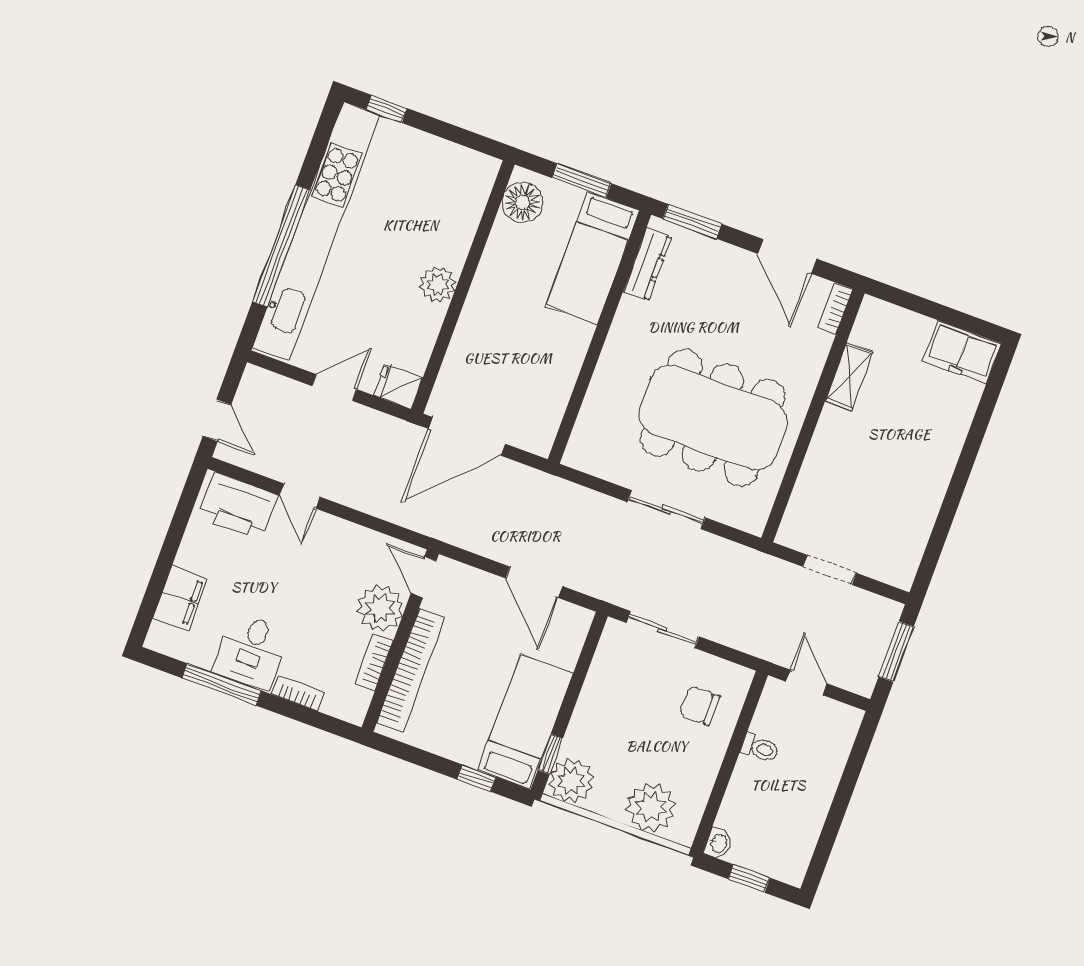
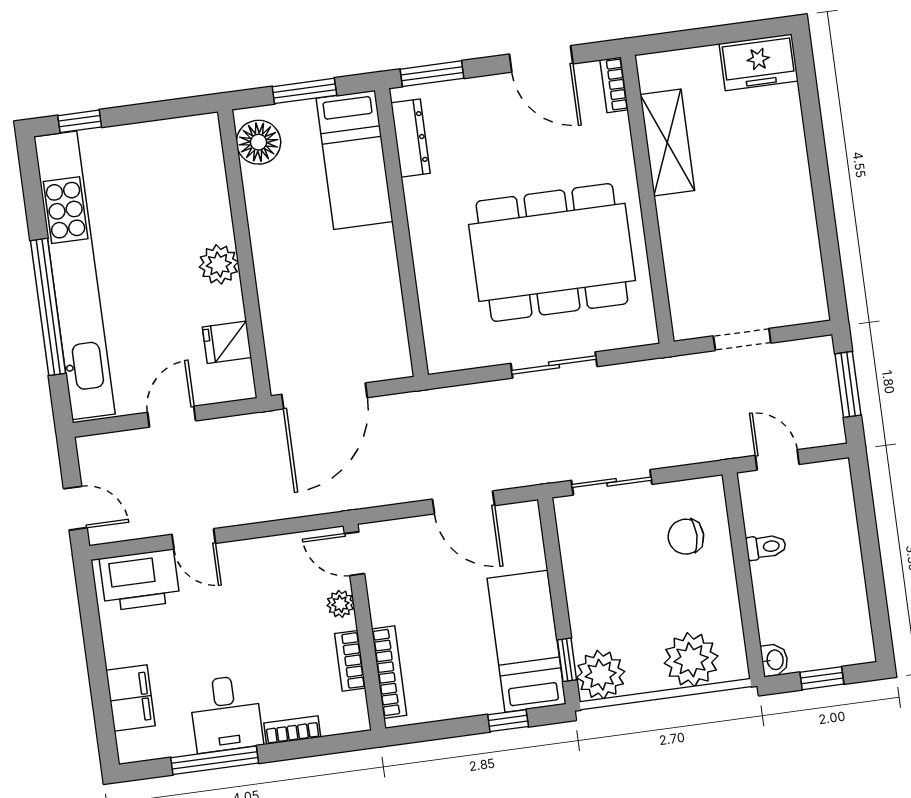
shelving: (849, 377) -> (667, 143), width x1.50, depth x1.33
fridge: (398, 386) -> (227, 342), moved
plant: (380, 608) -> (340, 604), width x0.53, depth x0.53
bookcase: (411, 670) -> (389, 672), width x0.68, depth x0.76

